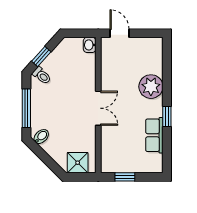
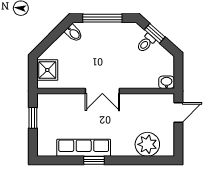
toilet: (42, 76) -> (146, 43), moved
plant: (151, 87) -> (147, 144), moved
row of seats: (154, 135) -> (84, 148), width x1.48

